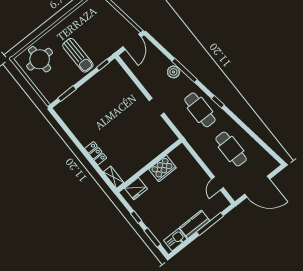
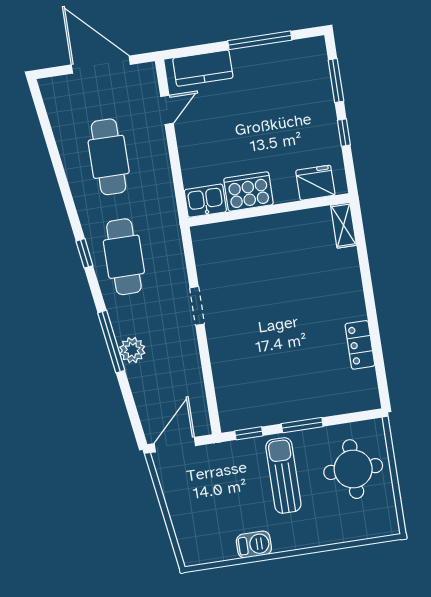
barbecue: (74, 18) -> (254, 545), added
round table: (40, 59) -> (353, 469), moved
window: (67, 94) -> (302, 425), moved
locker: (96, 153) -> (360, 345), moved
kitchen counter: (195, 224) -> (203, 68), moved
window: (210, 224) -> (260, 40), moved
kitchen sink: (175, 240) -> (205, 201), moved, turned 180

